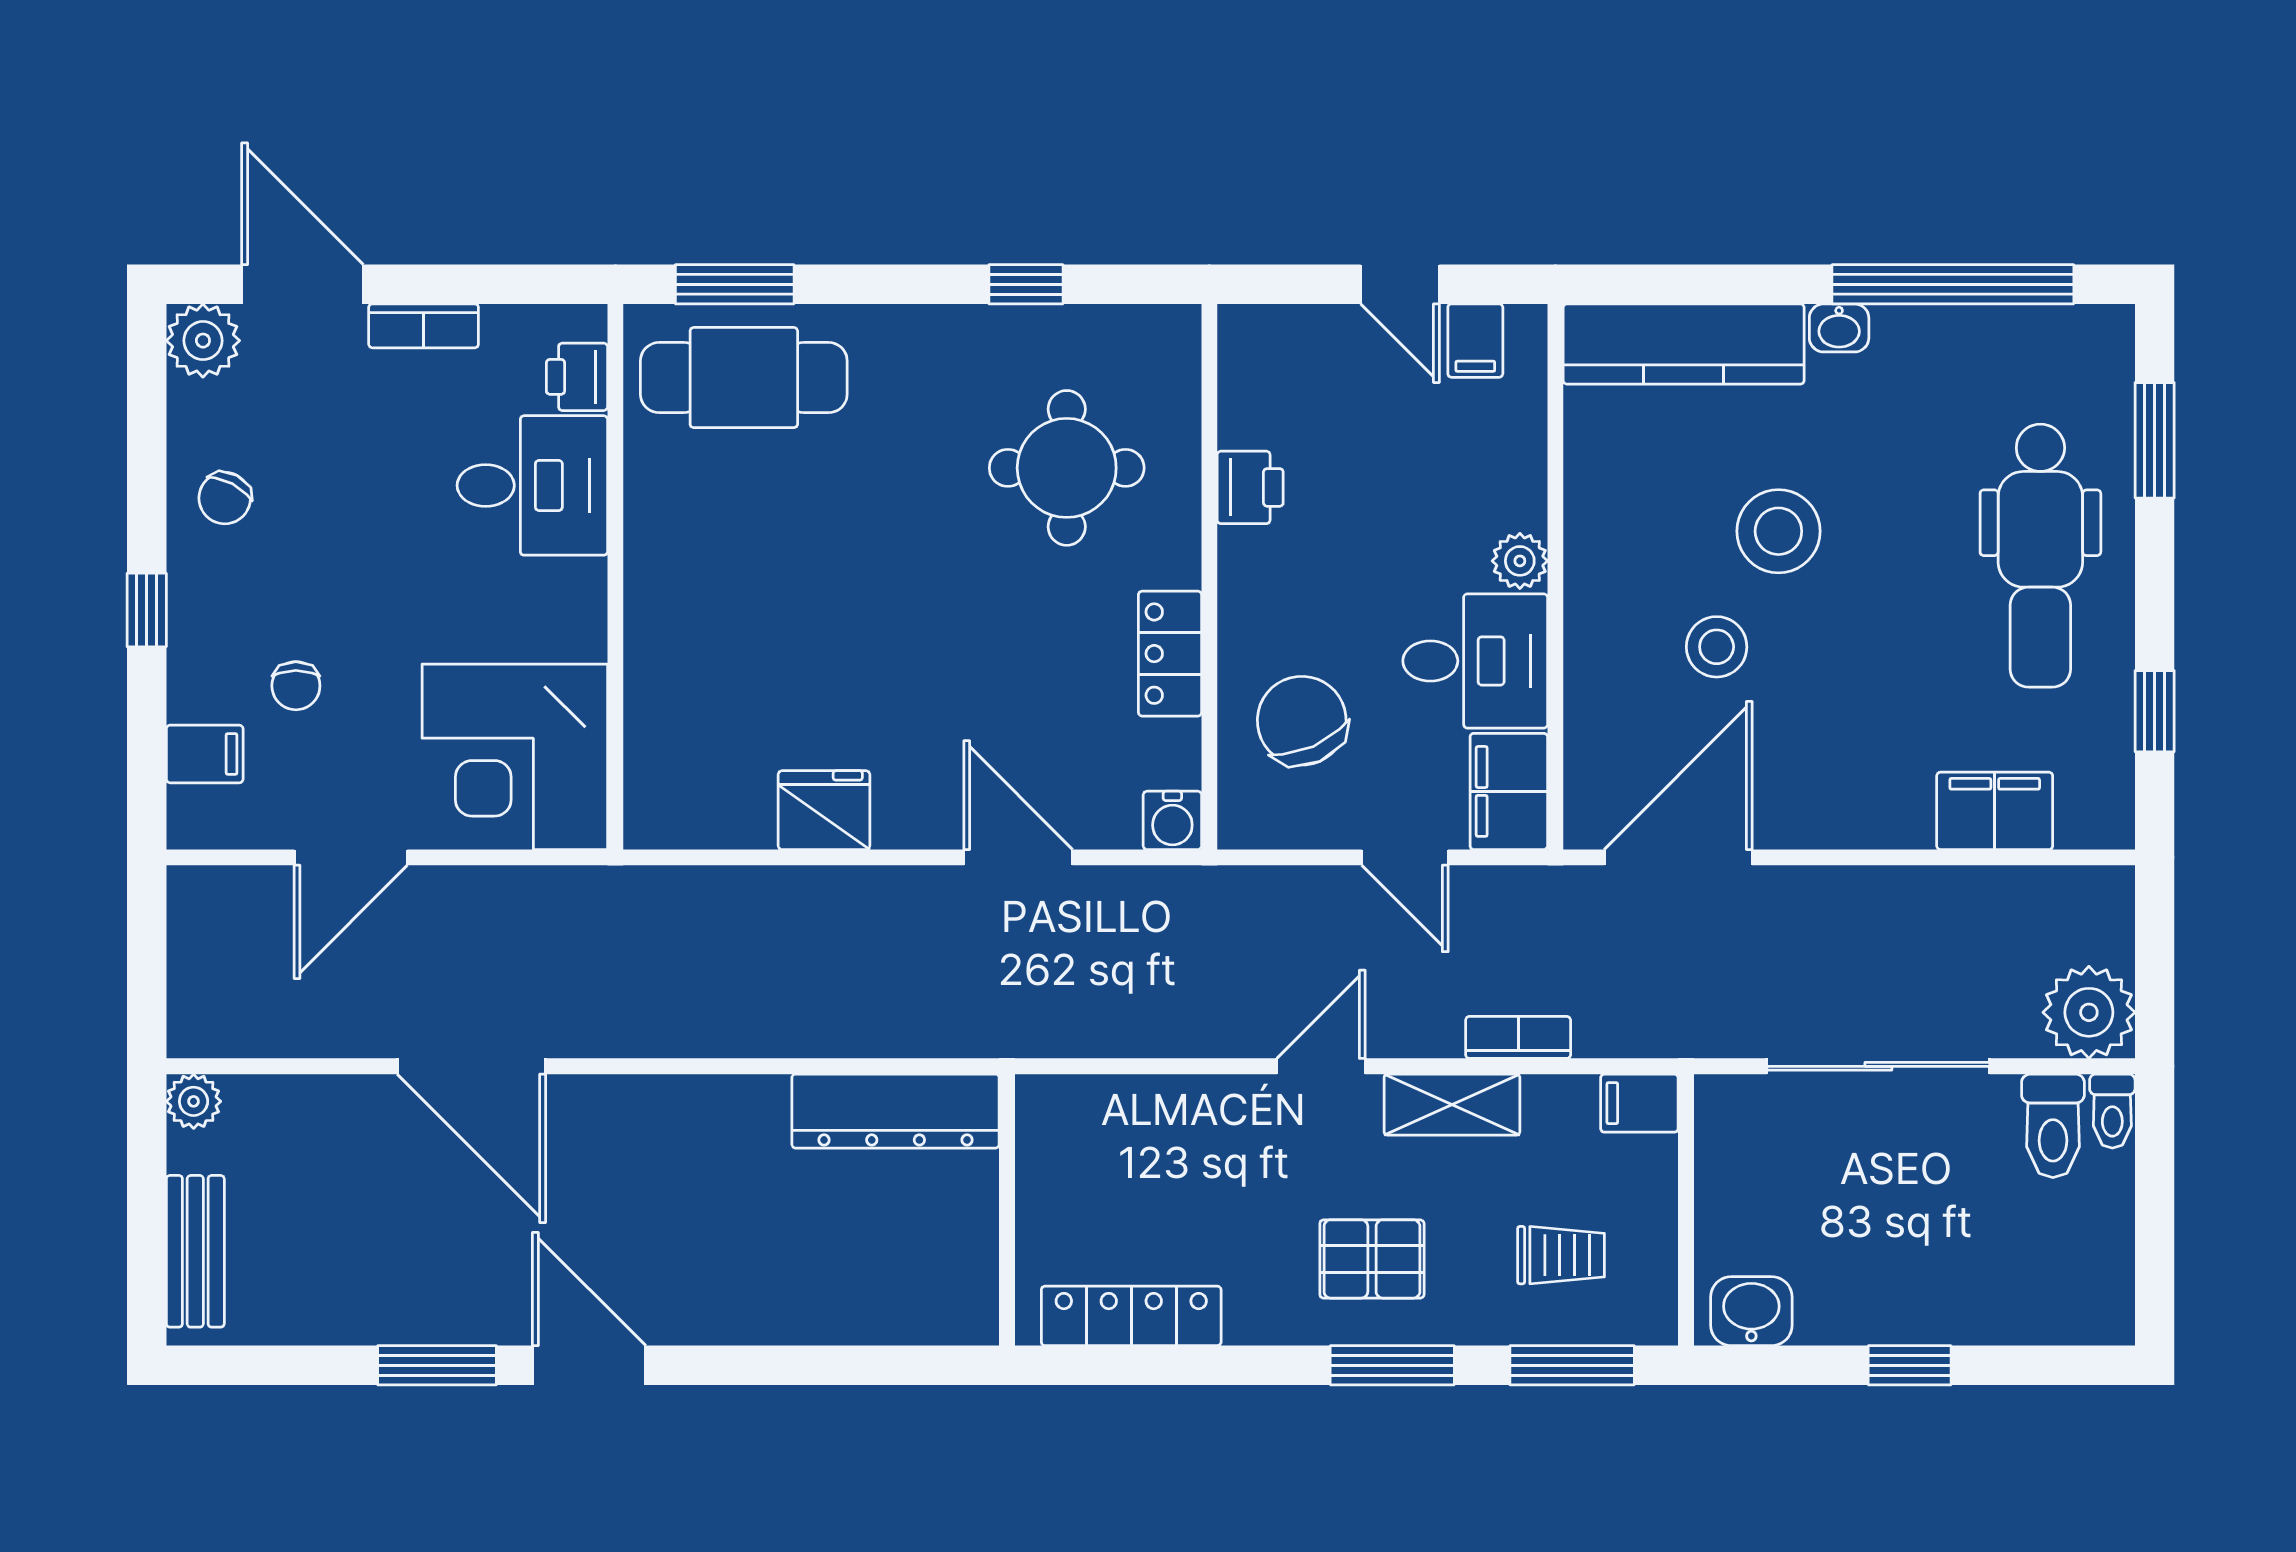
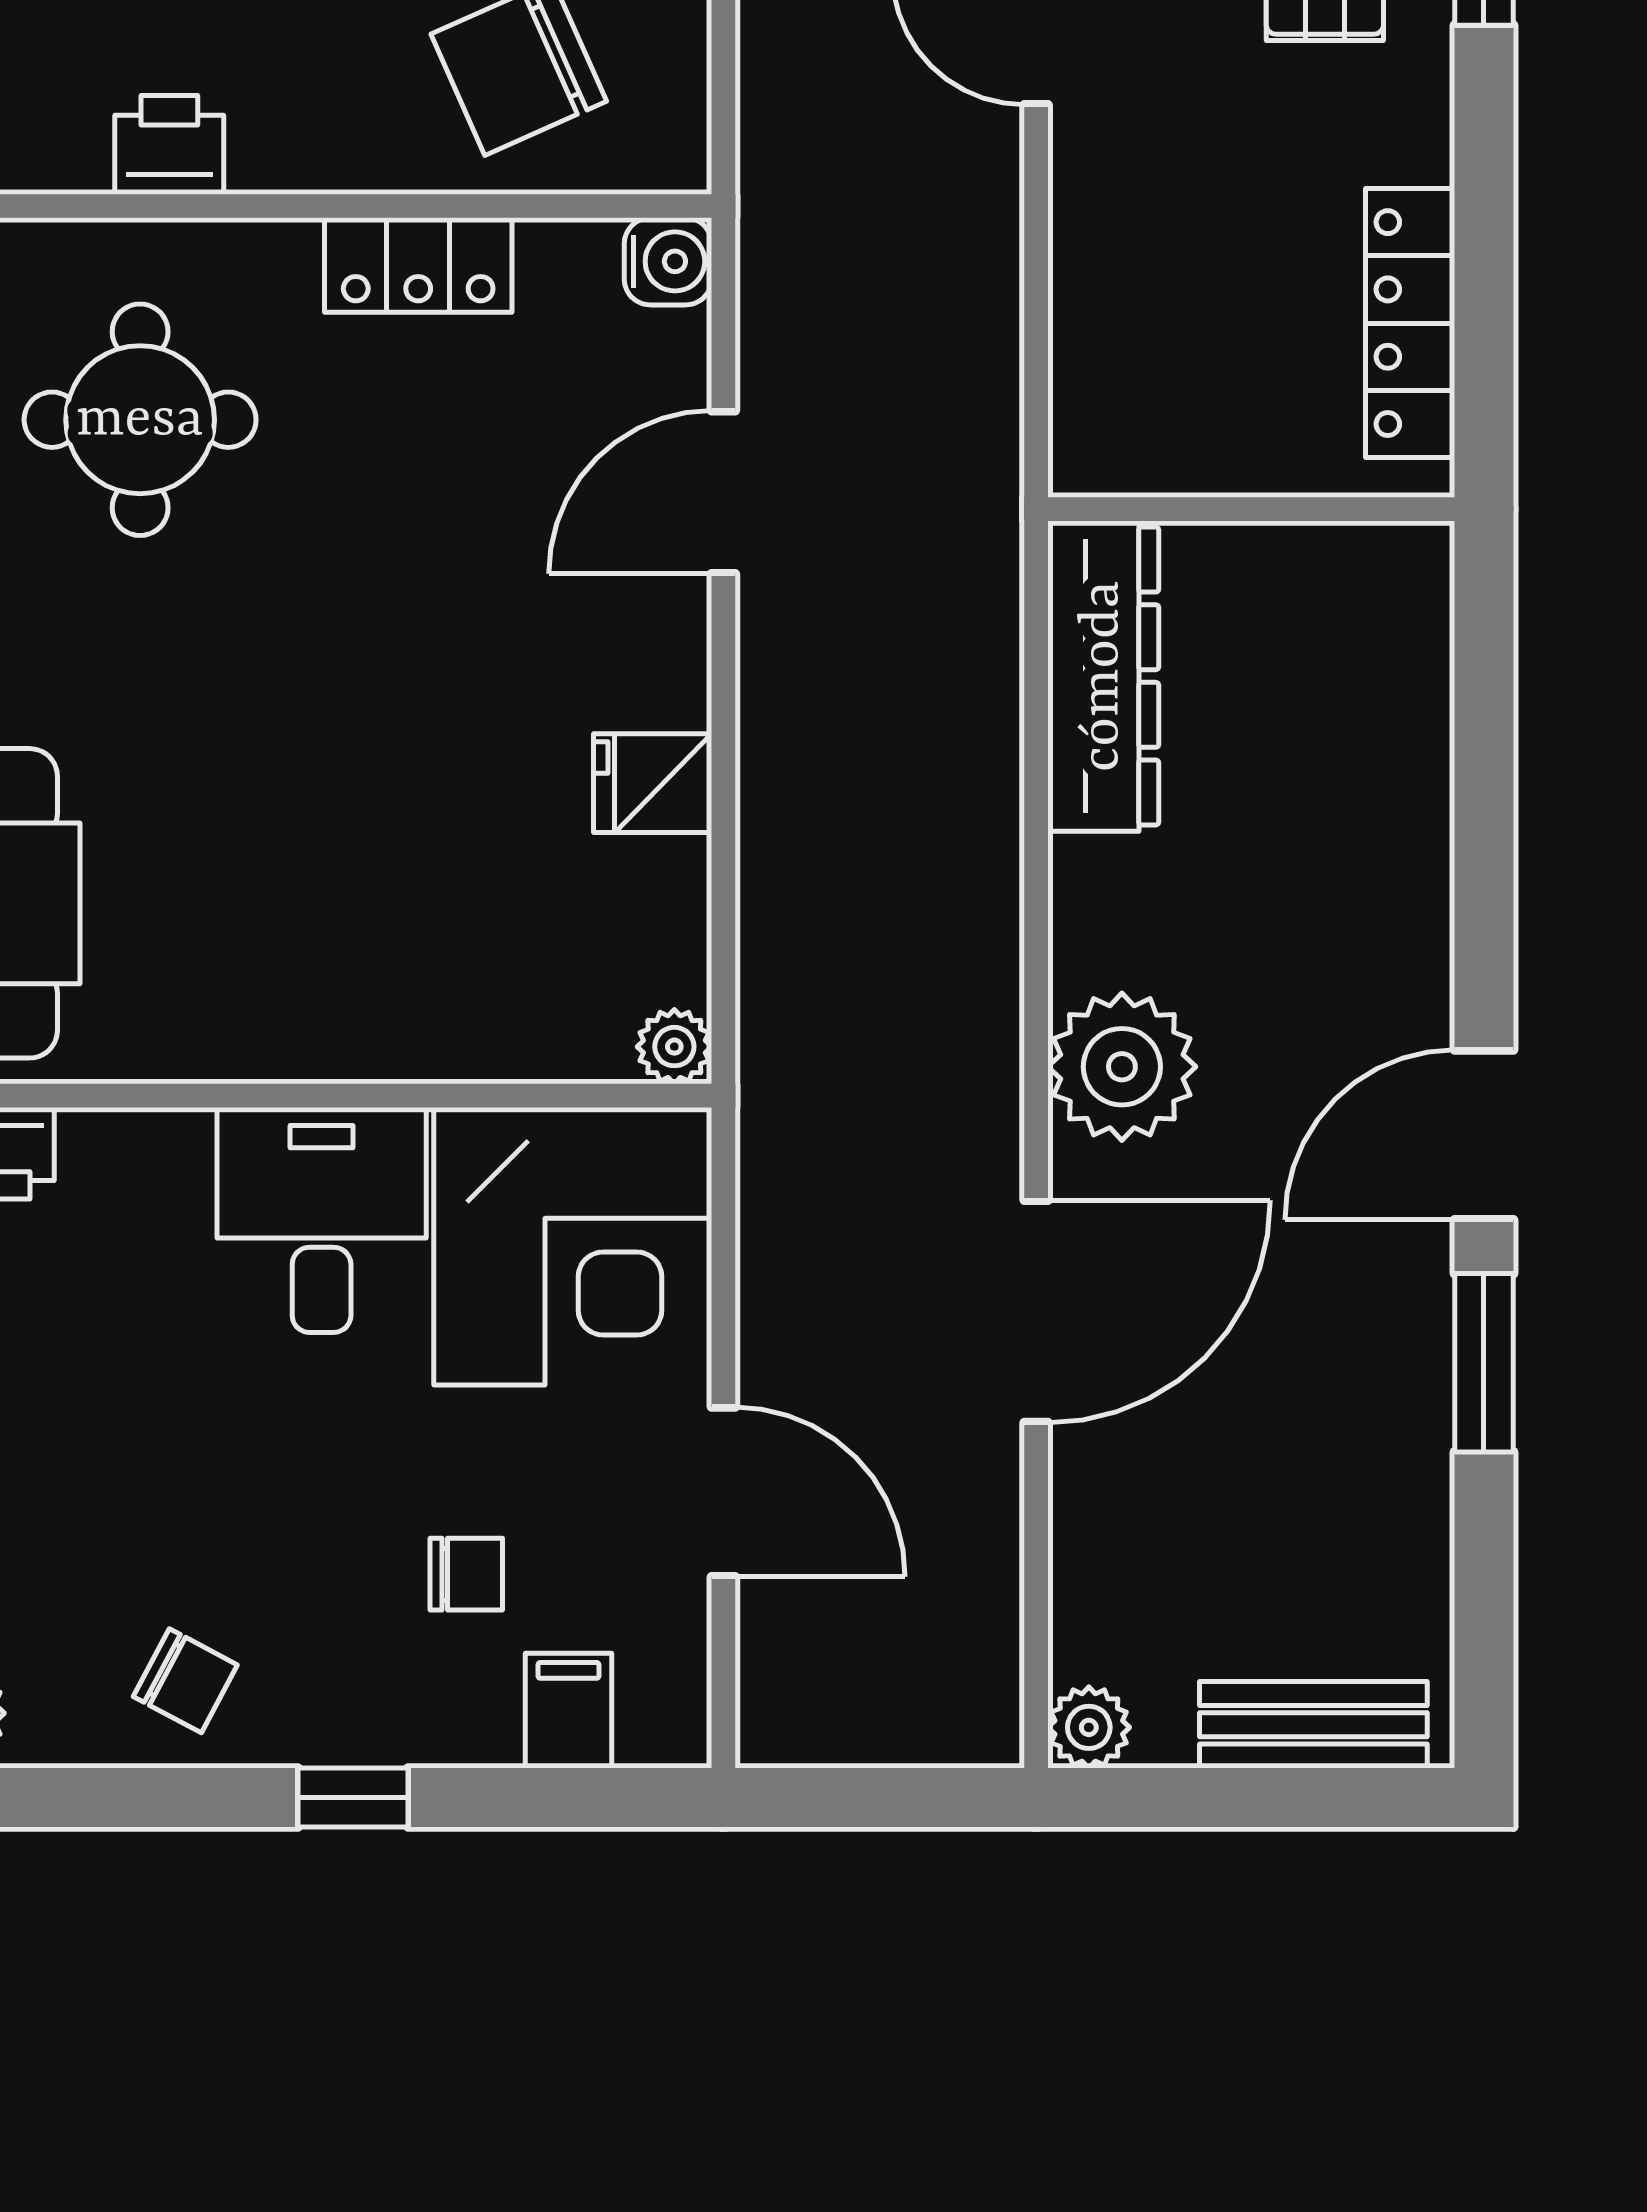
desk: (532, 485) -> (322, 1220), moved
fridge: (824, 810) -> (653, 783), width x0.72
plant: (648, 825) -> (674, 1047), added
plant: (635, 1123) -> (1122, 1067), added

